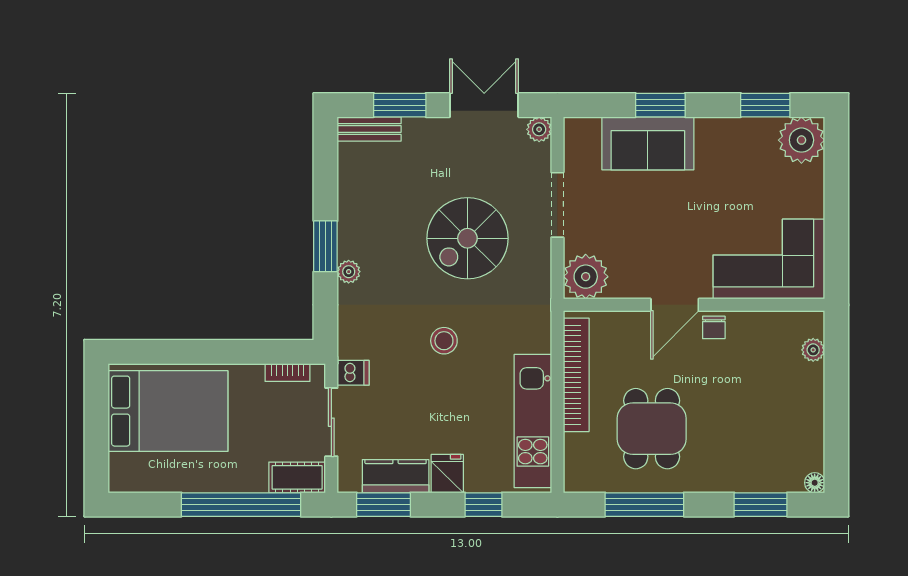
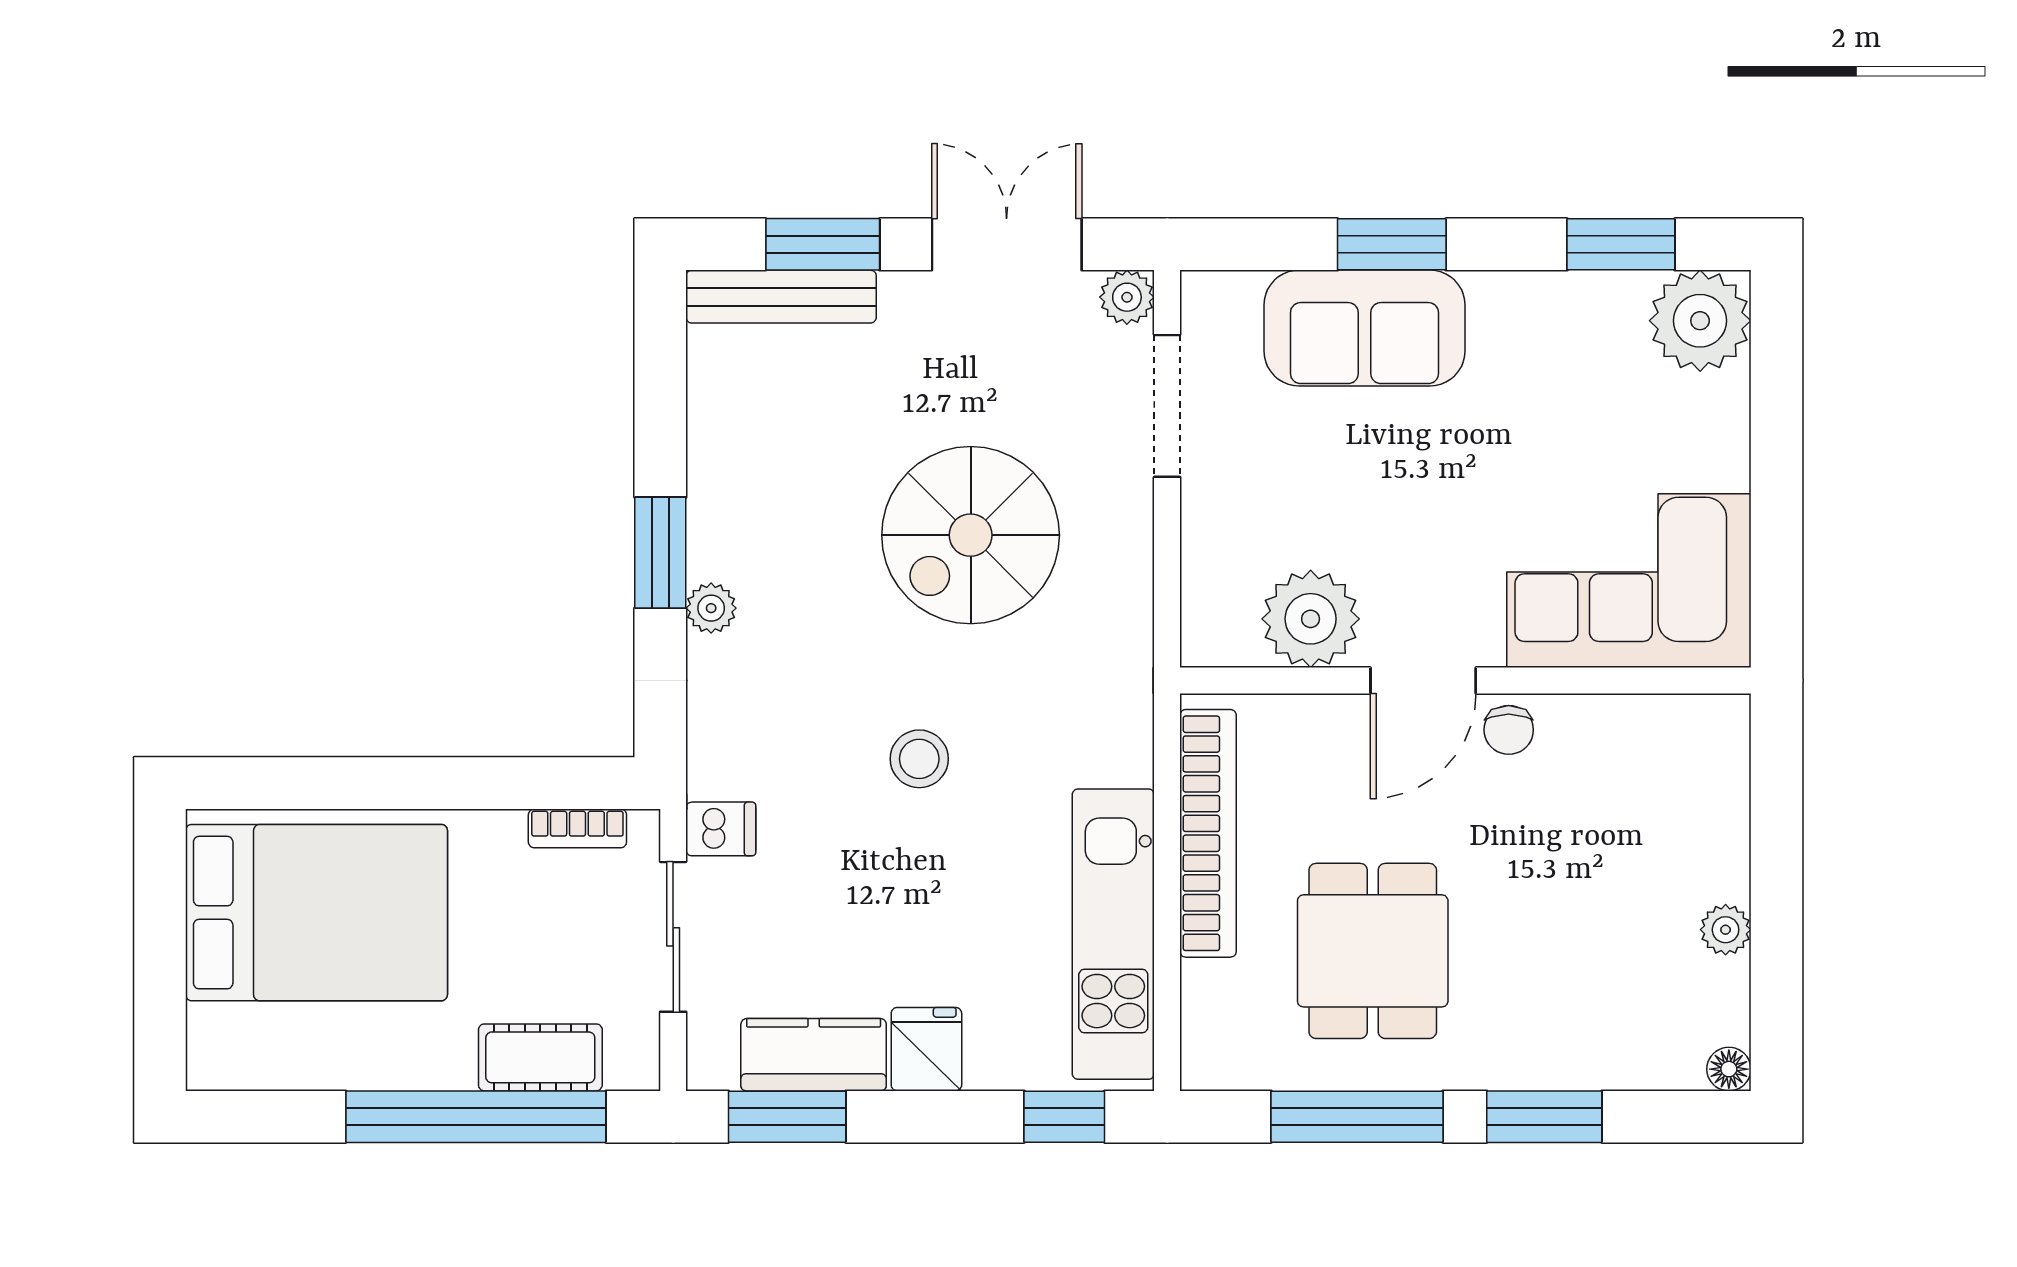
bench: (369, 129) -> (781, 297), width x1.36
doorway: (557, 205) -> (1167, 406), moved
plant: (586, 277) -> (1311, 619), moved
plant: (813, 350) -> (1726, 930), moved
cot: (297, 477) -> (540, 1057), moved
window: (483, 505) -> (1064, 1117), moved
window: (761, 505) -> (1544, 1117), moved

